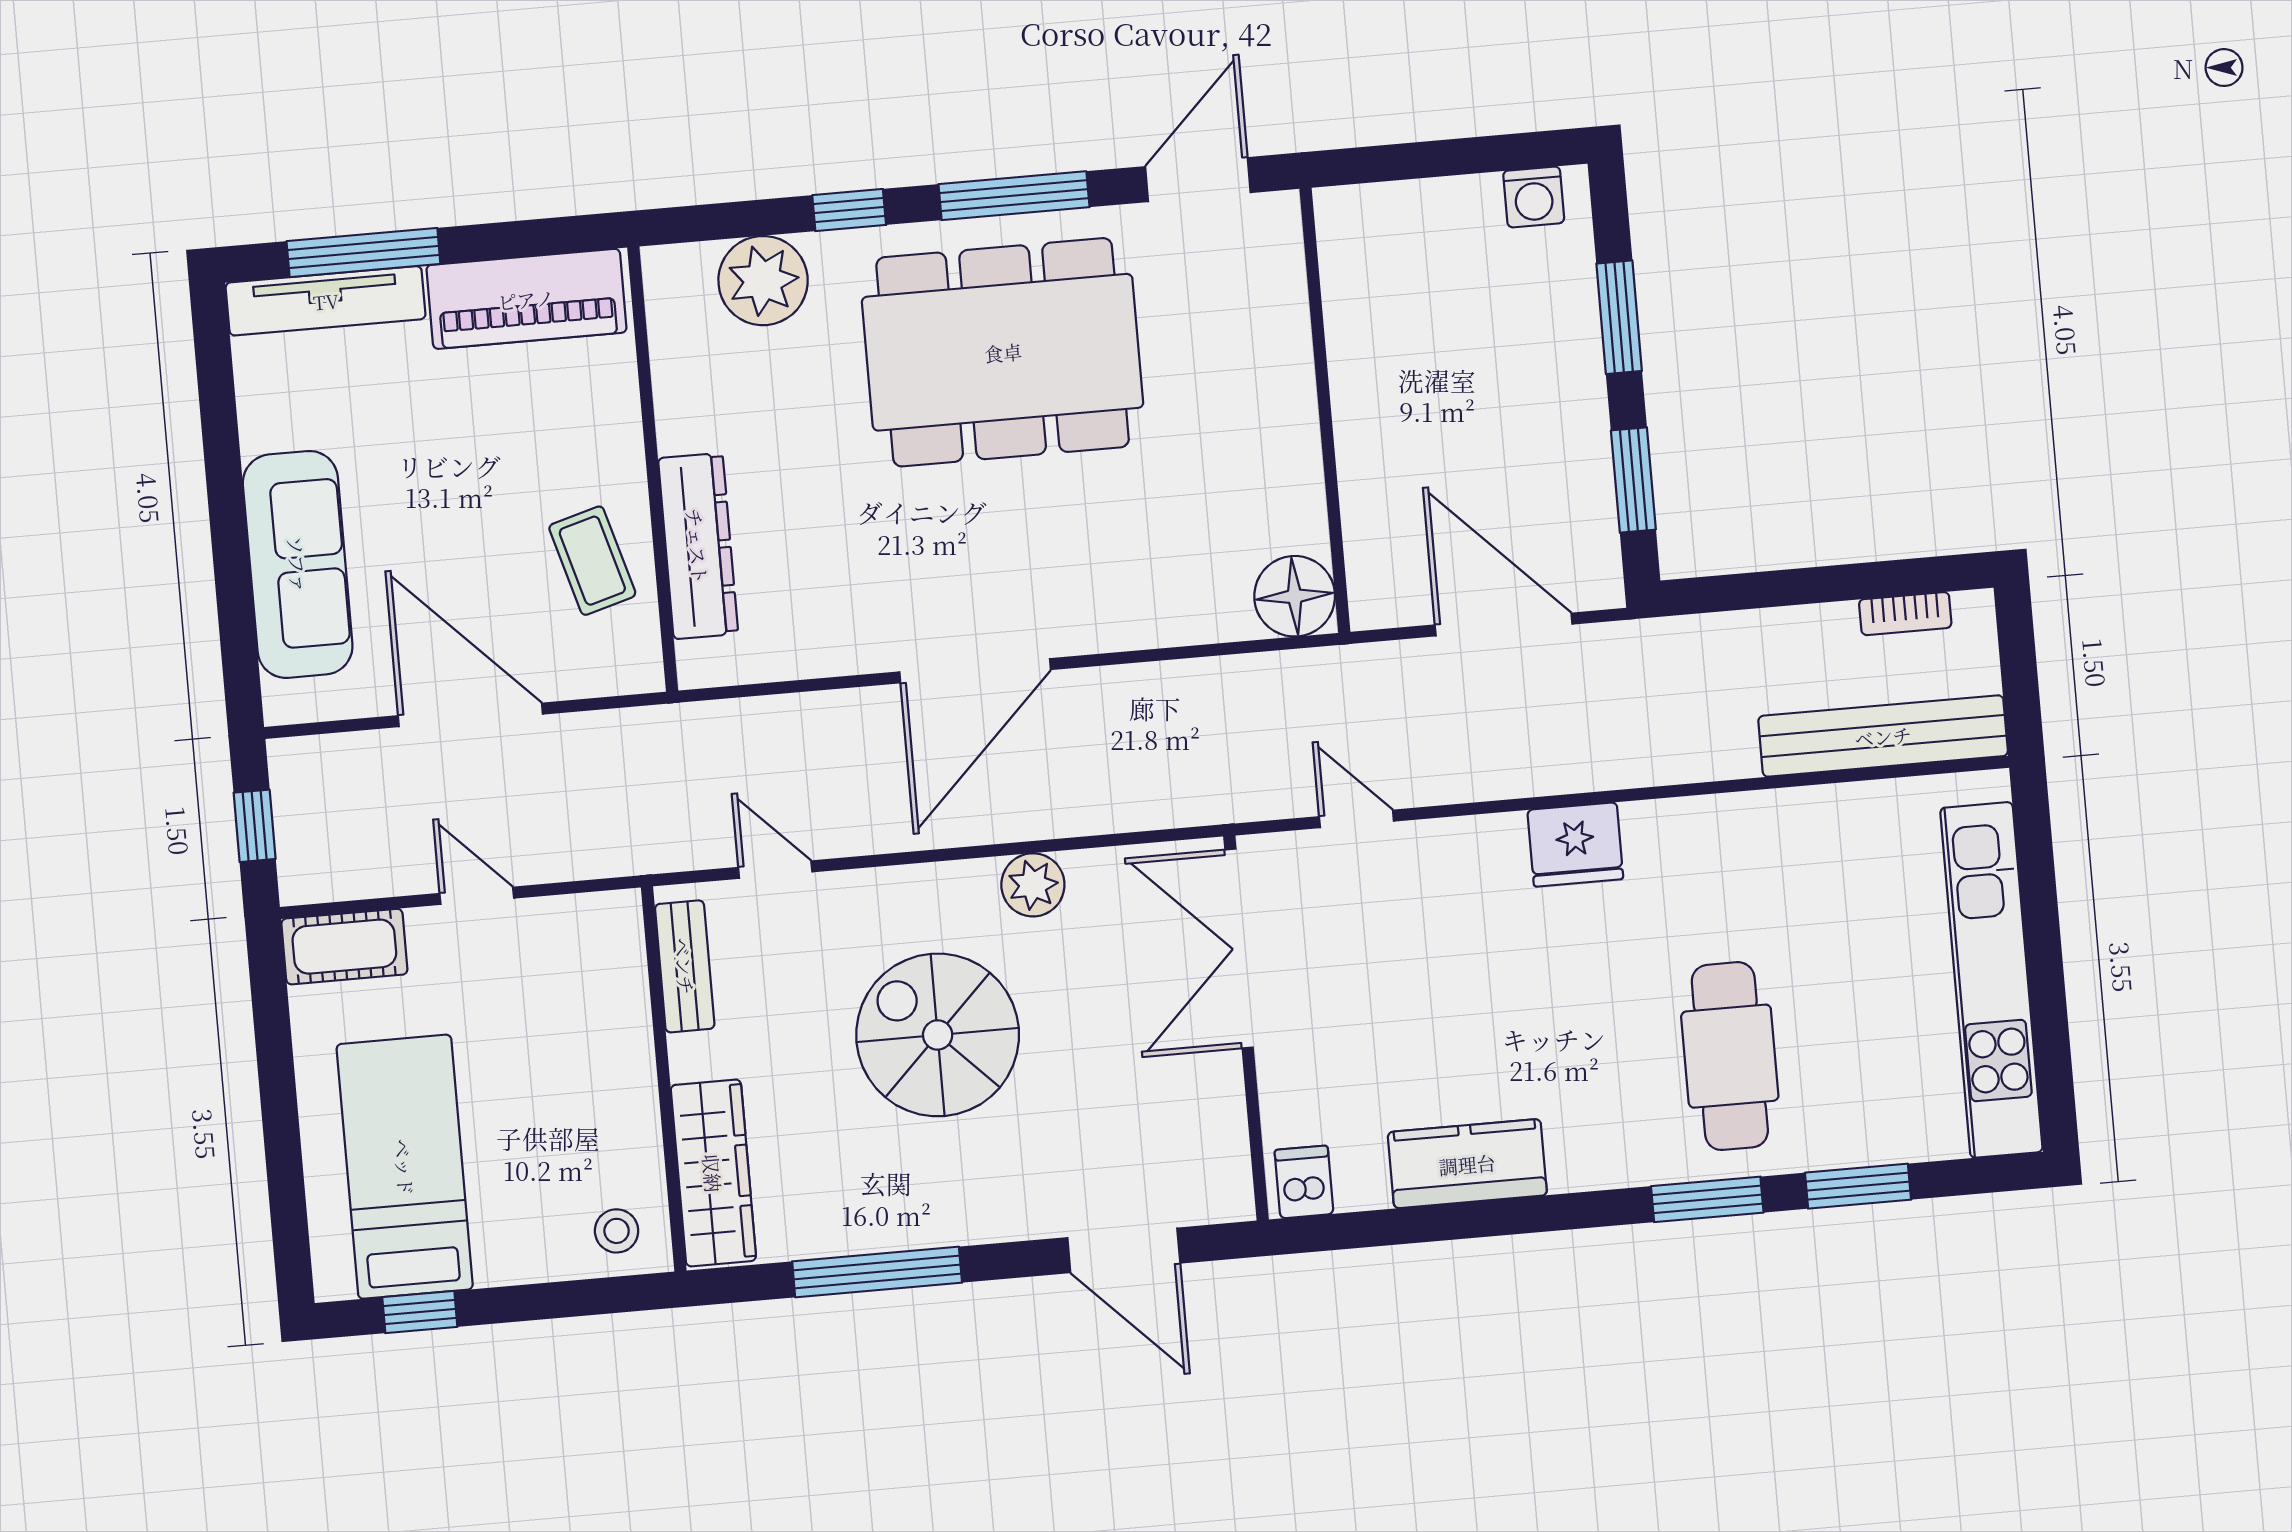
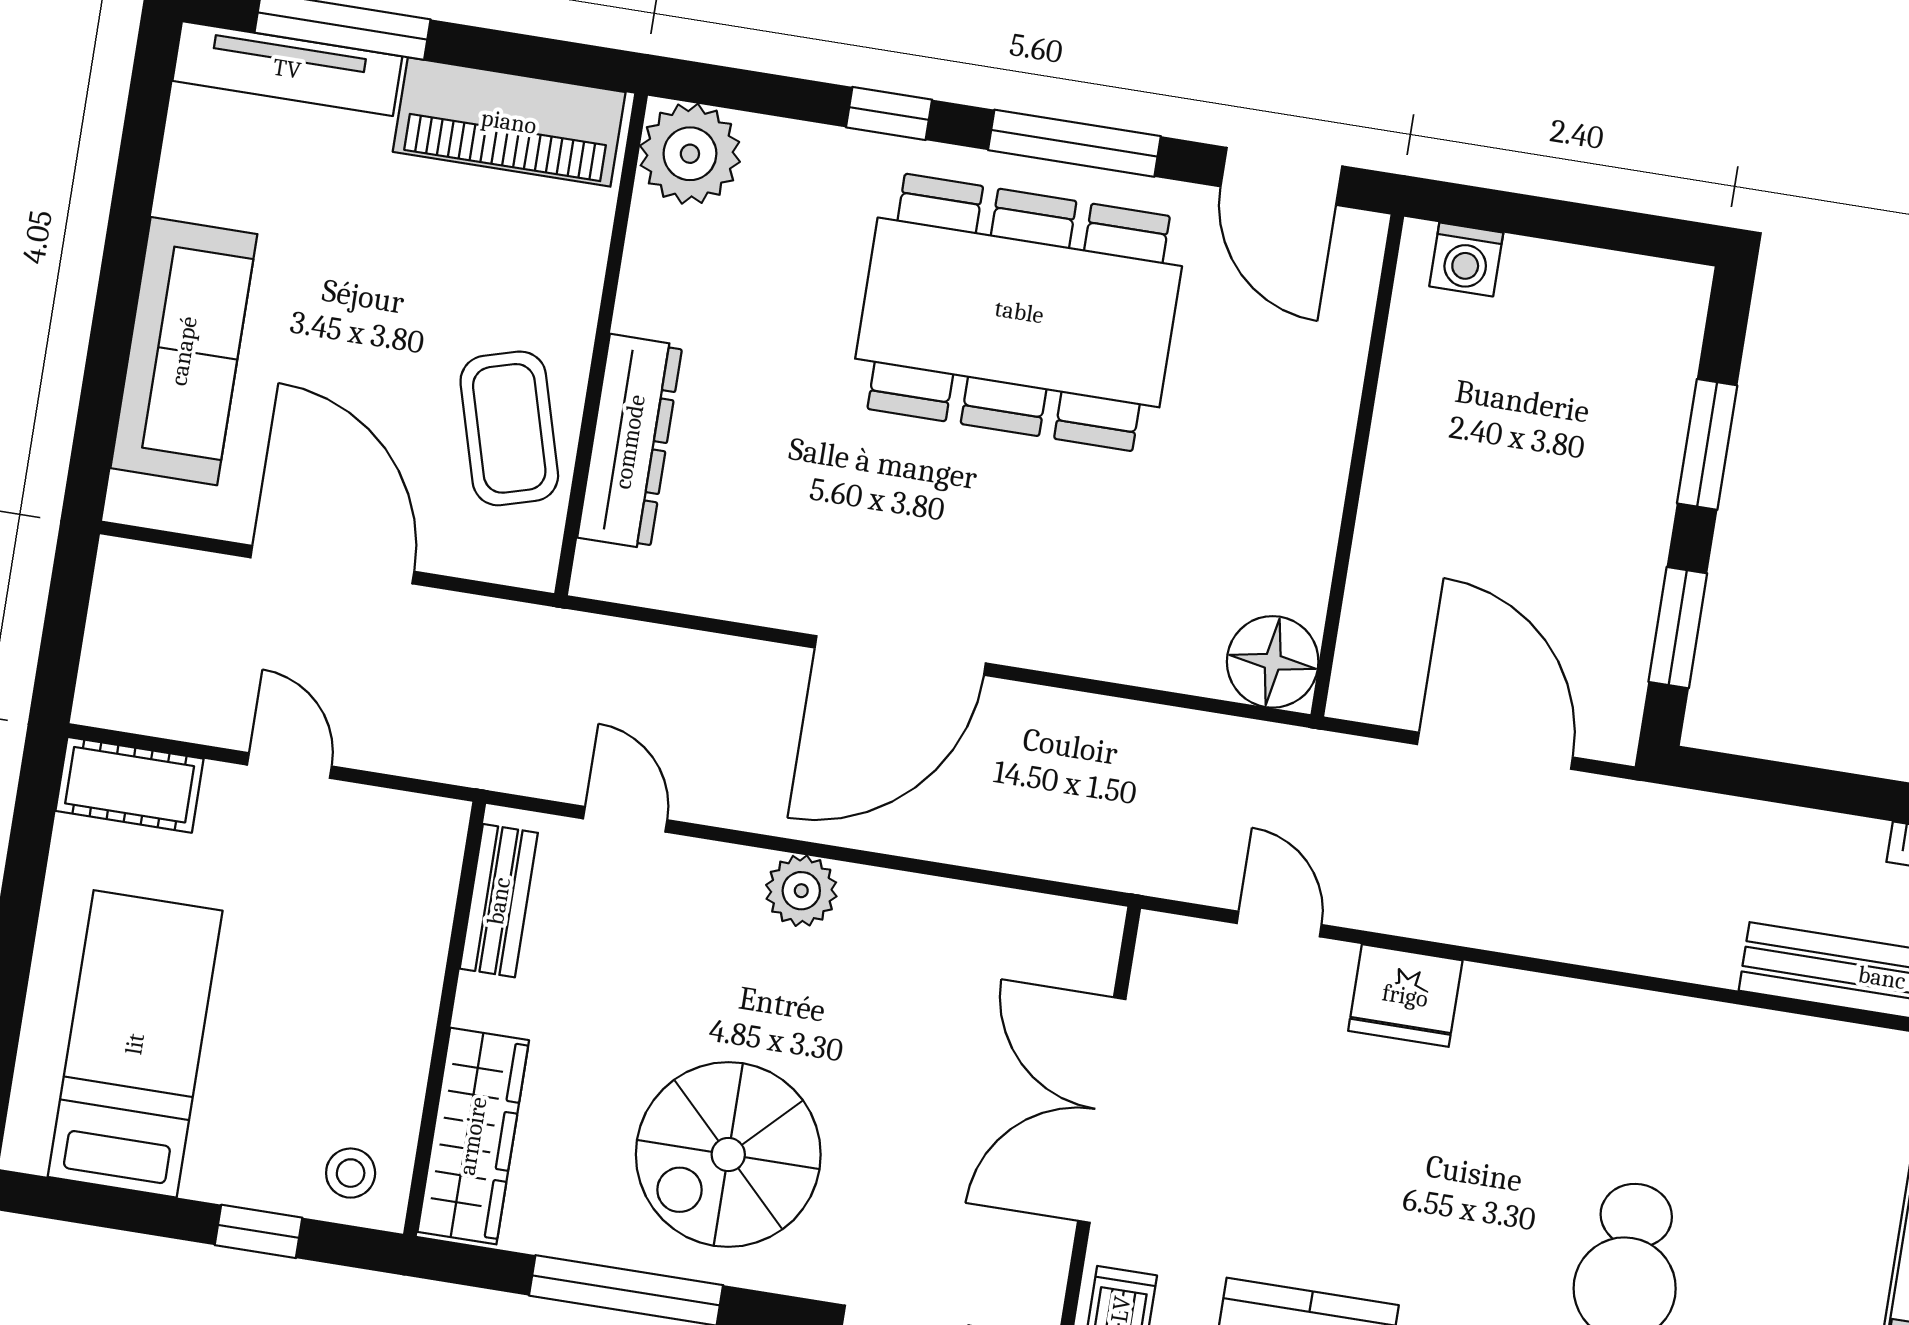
door: (1198, 180) -> (1281, 176), swing flipped
washing machine: (1534, 197) -> (1466, 259), moved
plant: (763, 281) -> (690, 154), moved
coffee table: (592, 561) -> (509, 428), width x1.36, depth x1.30
window: (255, 826) -> (64, 627), removed
fridge: (1575, 845) -> (1405, 996), moved
plant: (1033, 885) -> (801, 891), moved
double door: (1239, 949) -> (1102, 1110), moved
spiral stairs: (938, 1035) -> (728, 1155), moved, turned -90
window: (420, 1312) -> (259, 1231), moved

